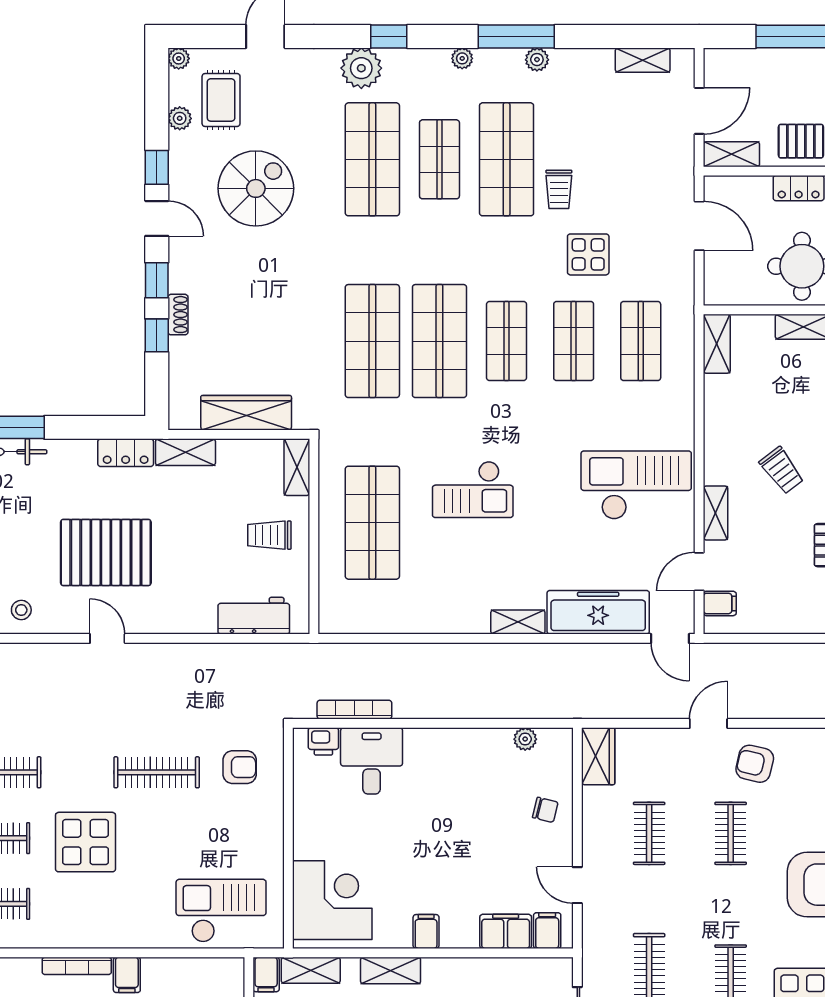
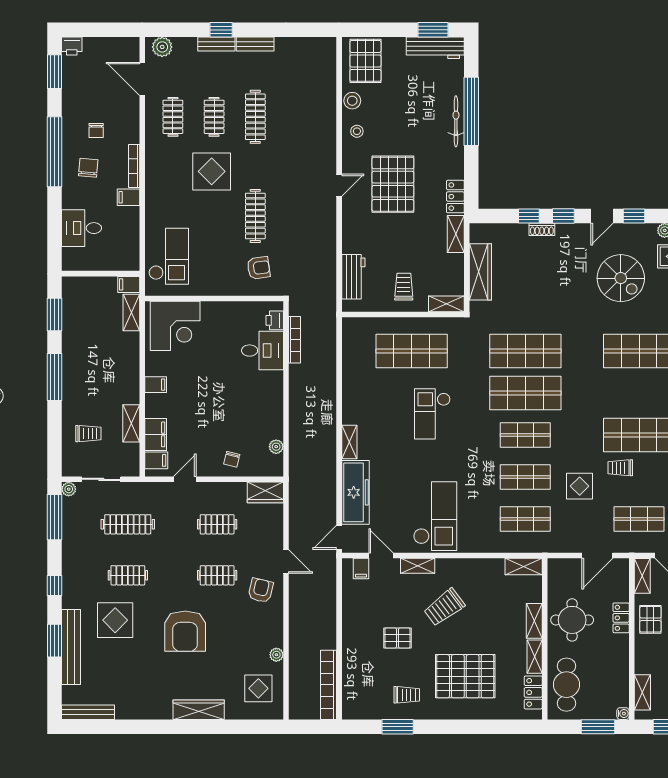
shop shelf: (439, 159) -> (639, 519), moved
trolley: (782, 470) -> (444, 607), width x1.36, depth x1.39
armchair: (240, 767) -> (259, 268), turned -98
shelving: (391, 971) -> (131, 423), moved

